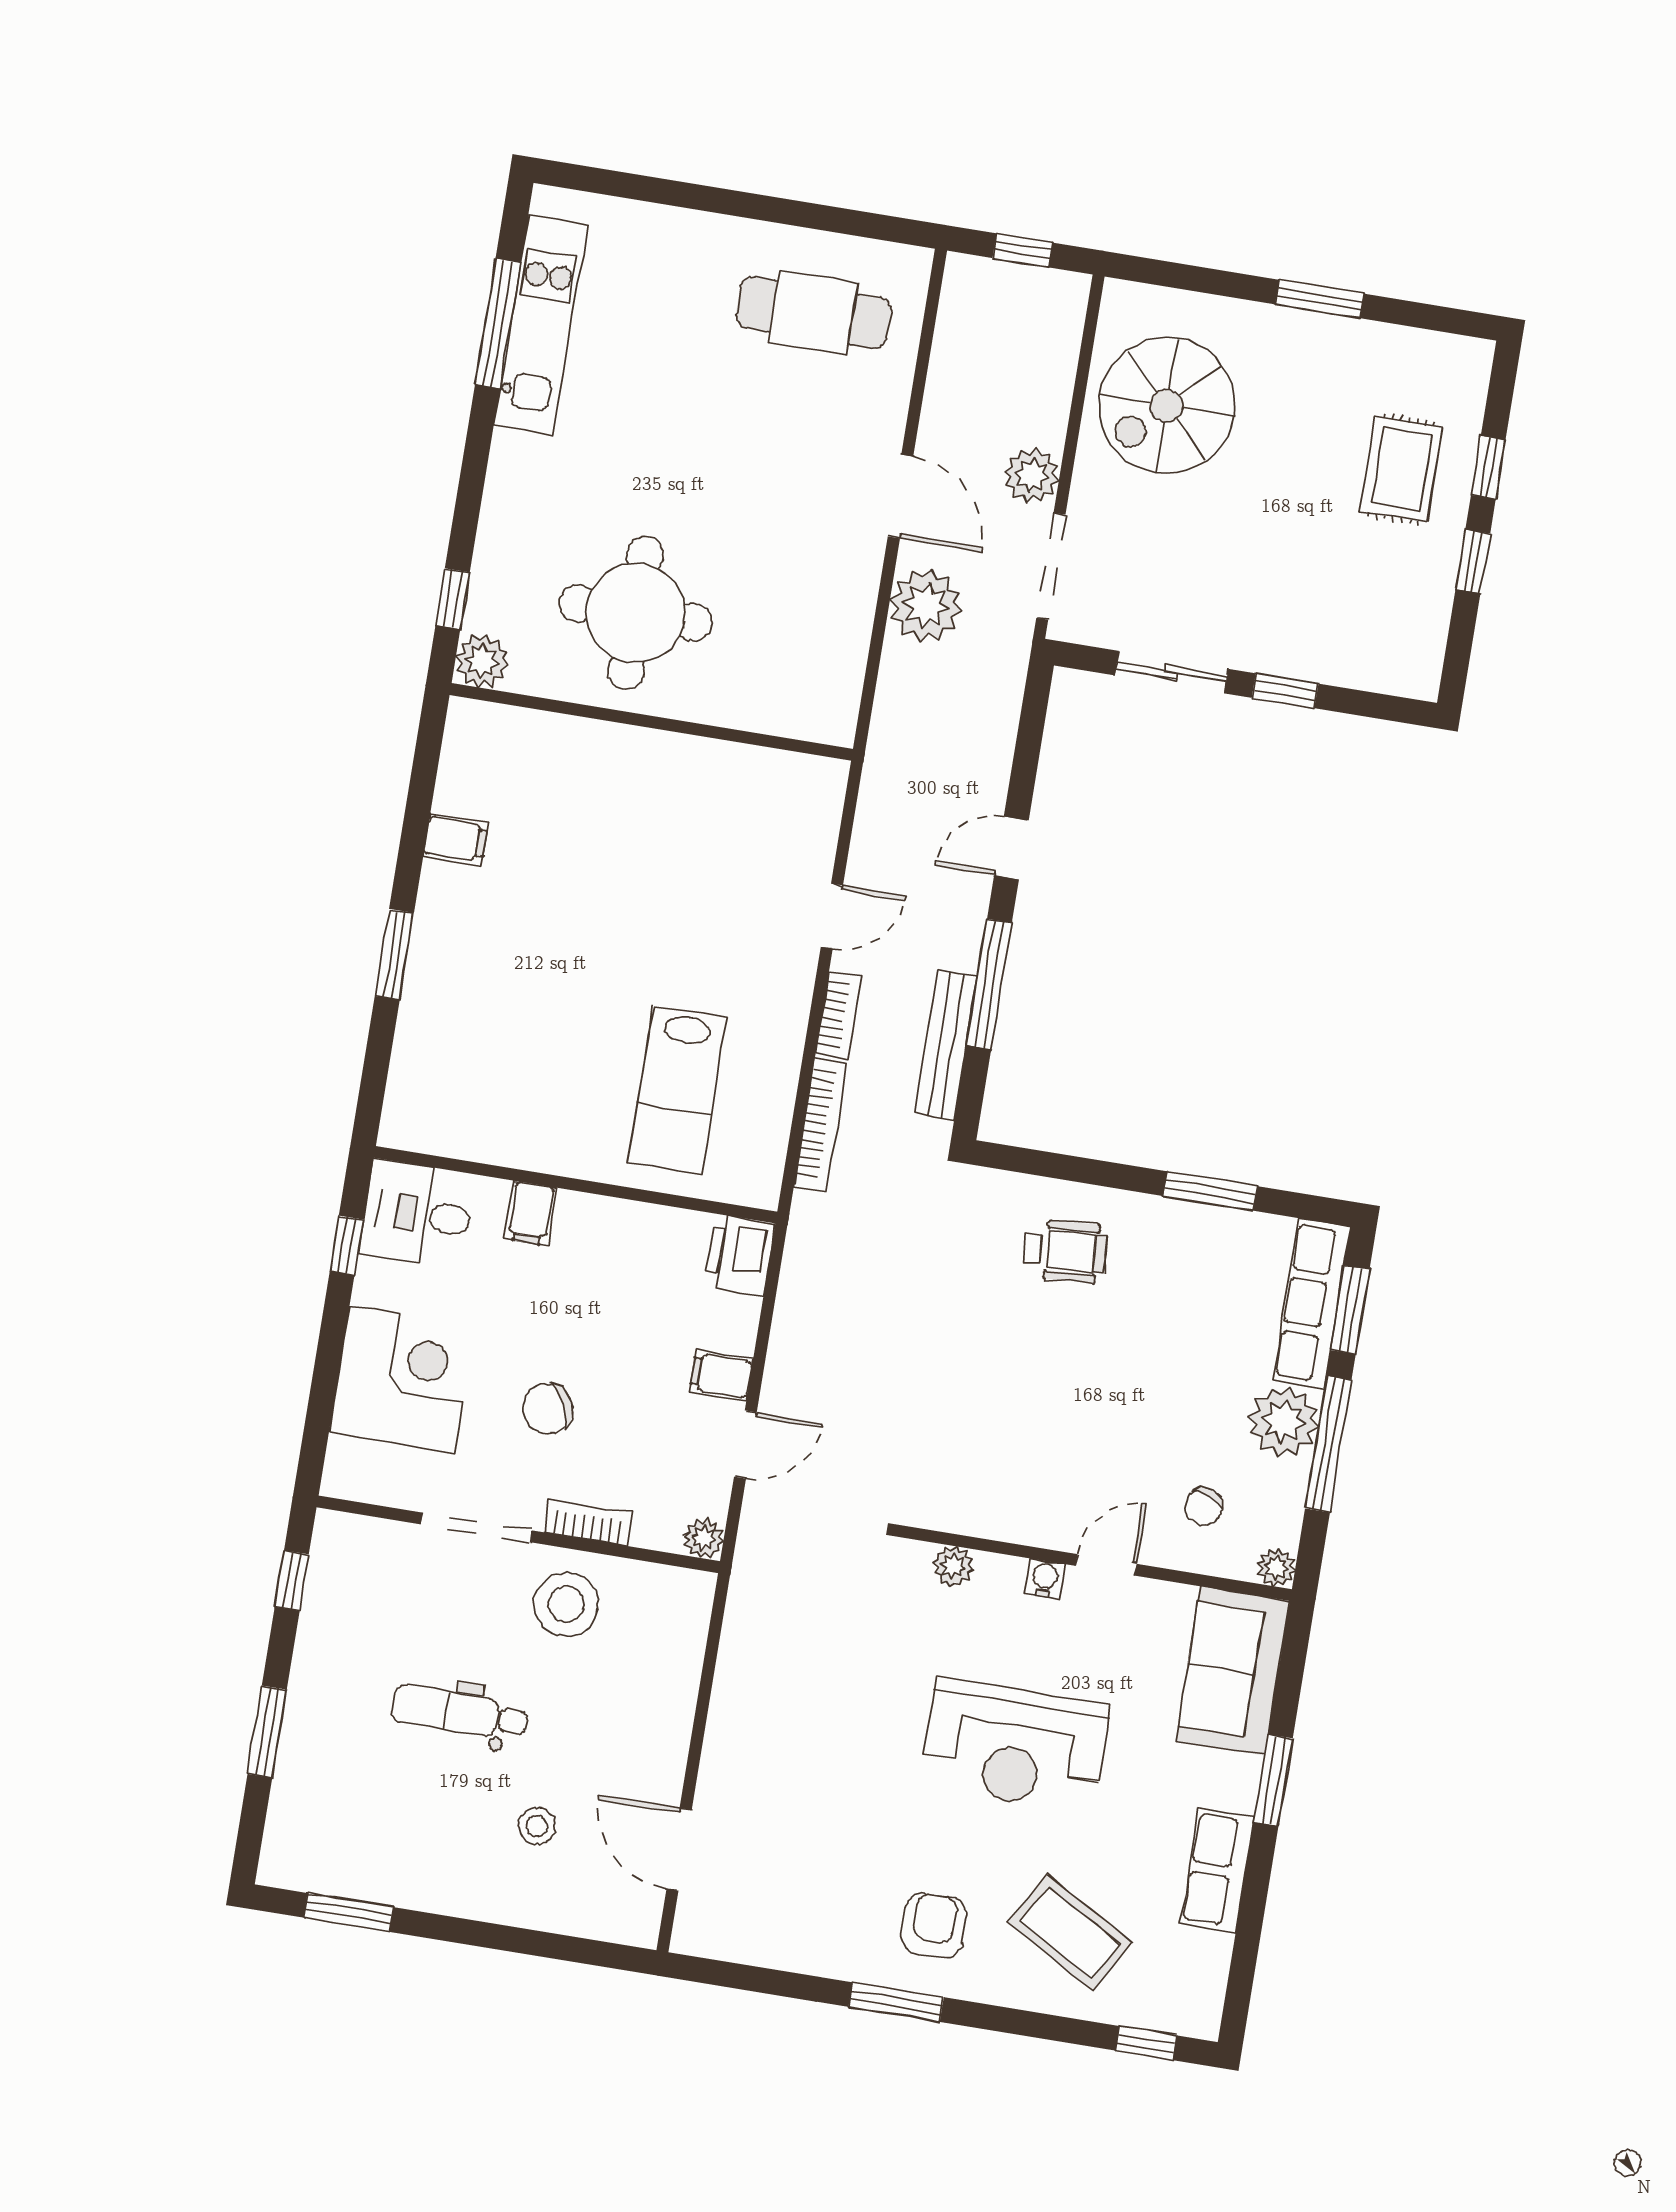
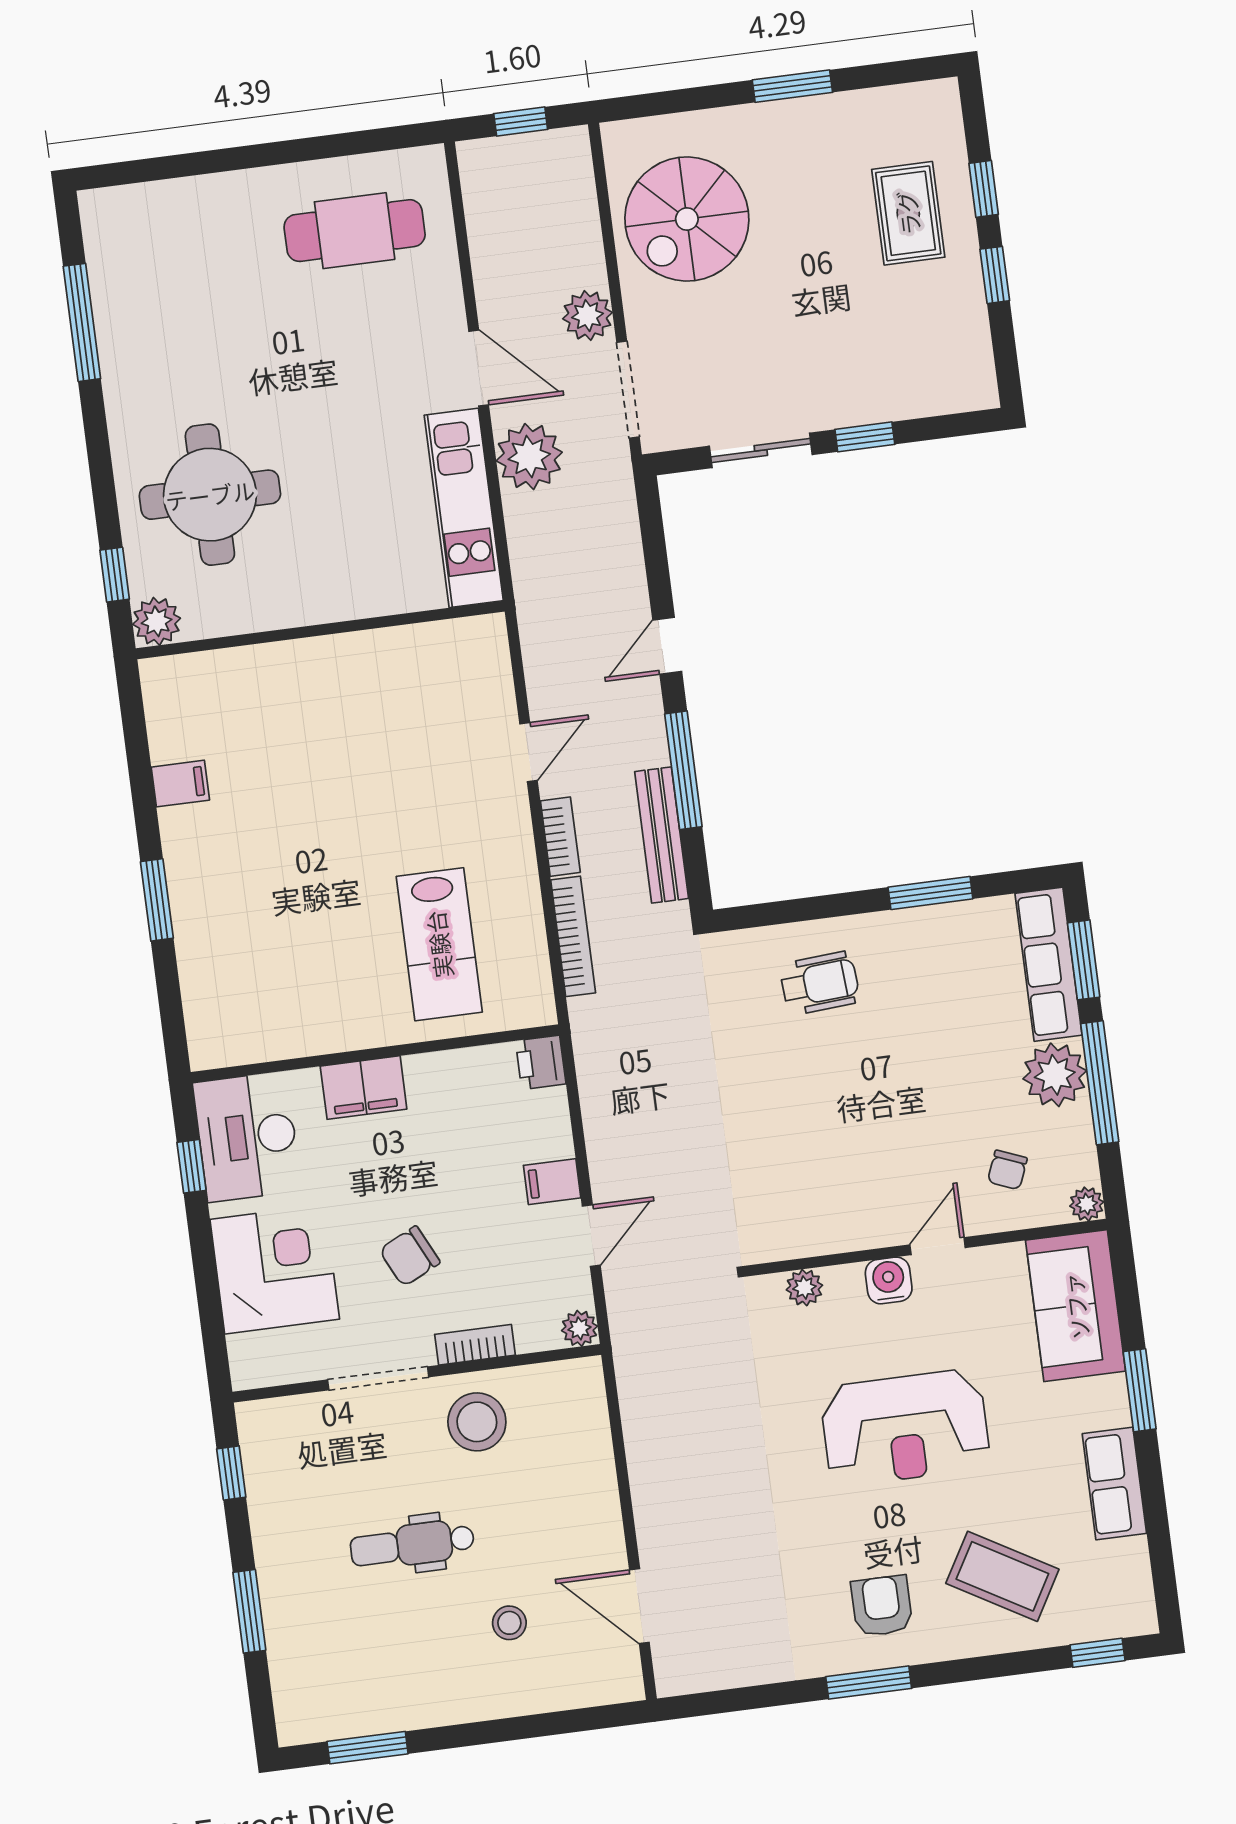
kitchen unit: (541, 325) -> (464, 508), moved, turned 180
round table: (636, 613) -> (210, 495), moved
filing cabinet: (531, 1213) -> (364, 1088), width x2.00
desk: (417, 1214) -> (247, 1137), width x1.37
printer: (739, 1255) -> (541, 1062), width x0.73, depth x0.81
water cooler: (1045, 1579) -> (889, 1280), width x1.38, depth x1.38

